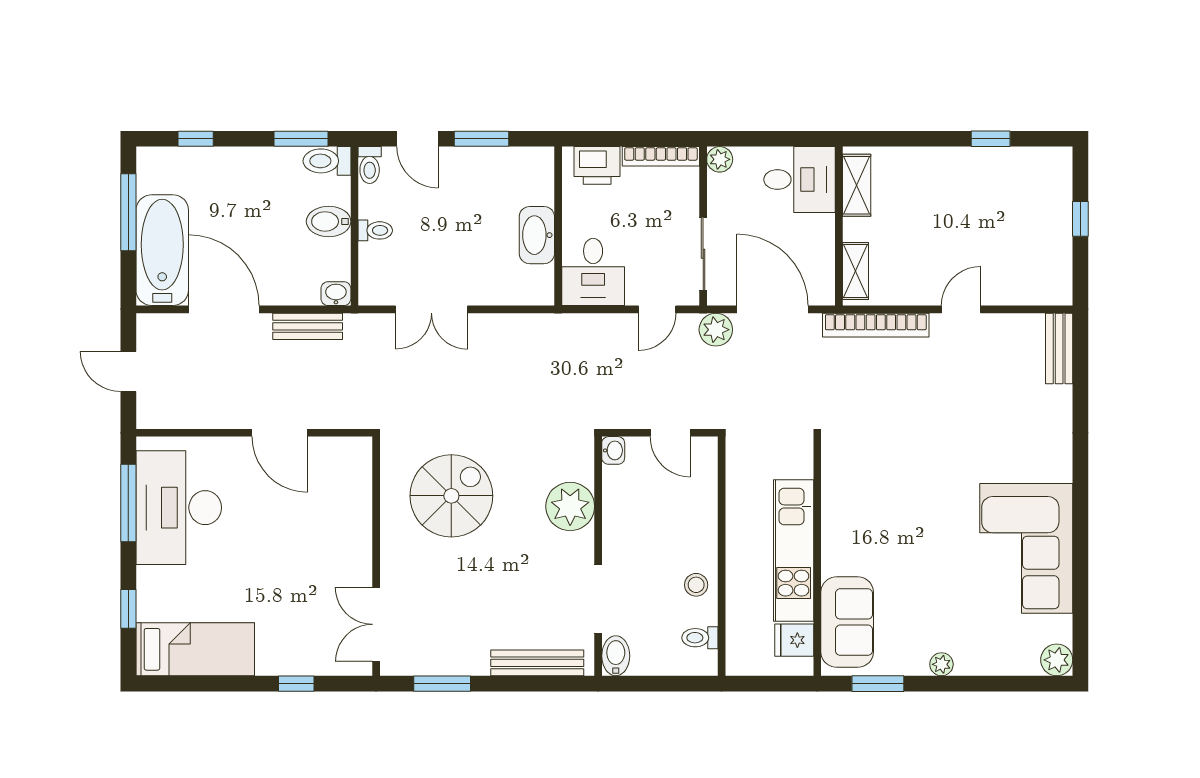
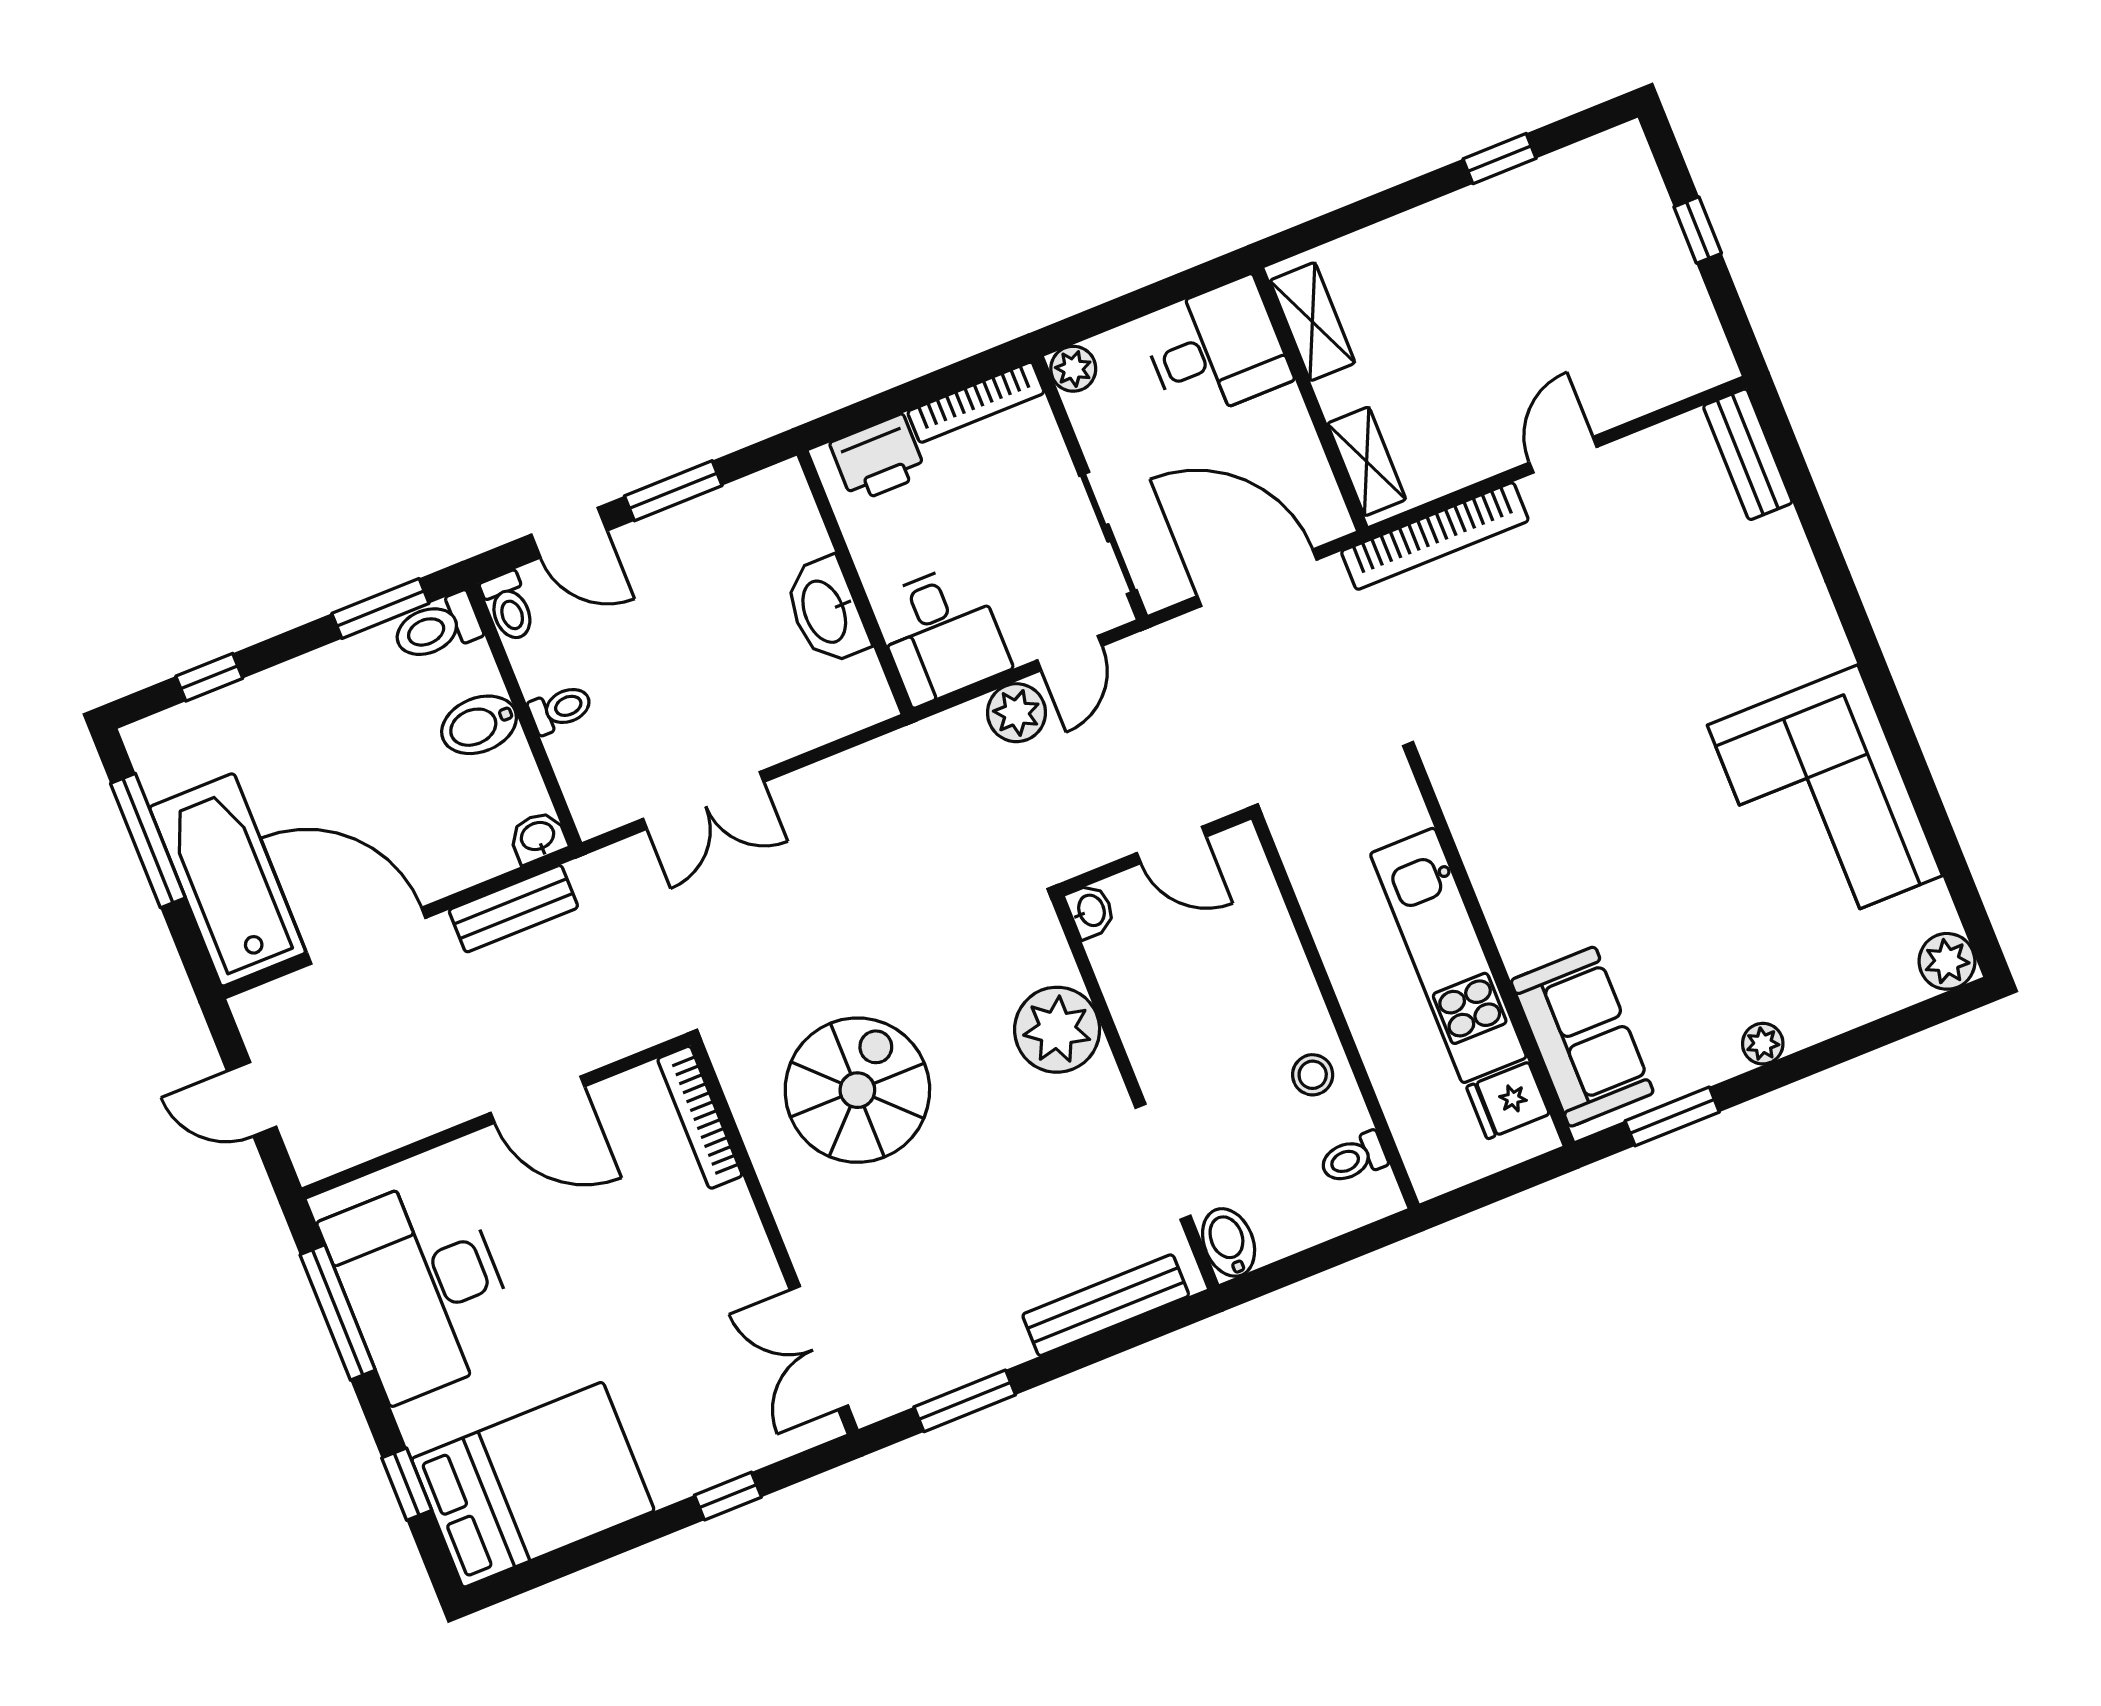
plant: (716, 330) -> (1017, 713), moved
bookcase: (362, 477) -> (700, 1117), added
bed: (195, 649) -> (533, 1485), width x1.50

